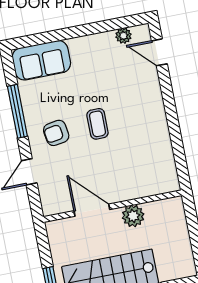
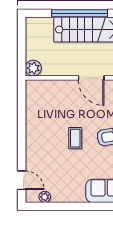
plant: (133, 216) -> (33, 68), moved

